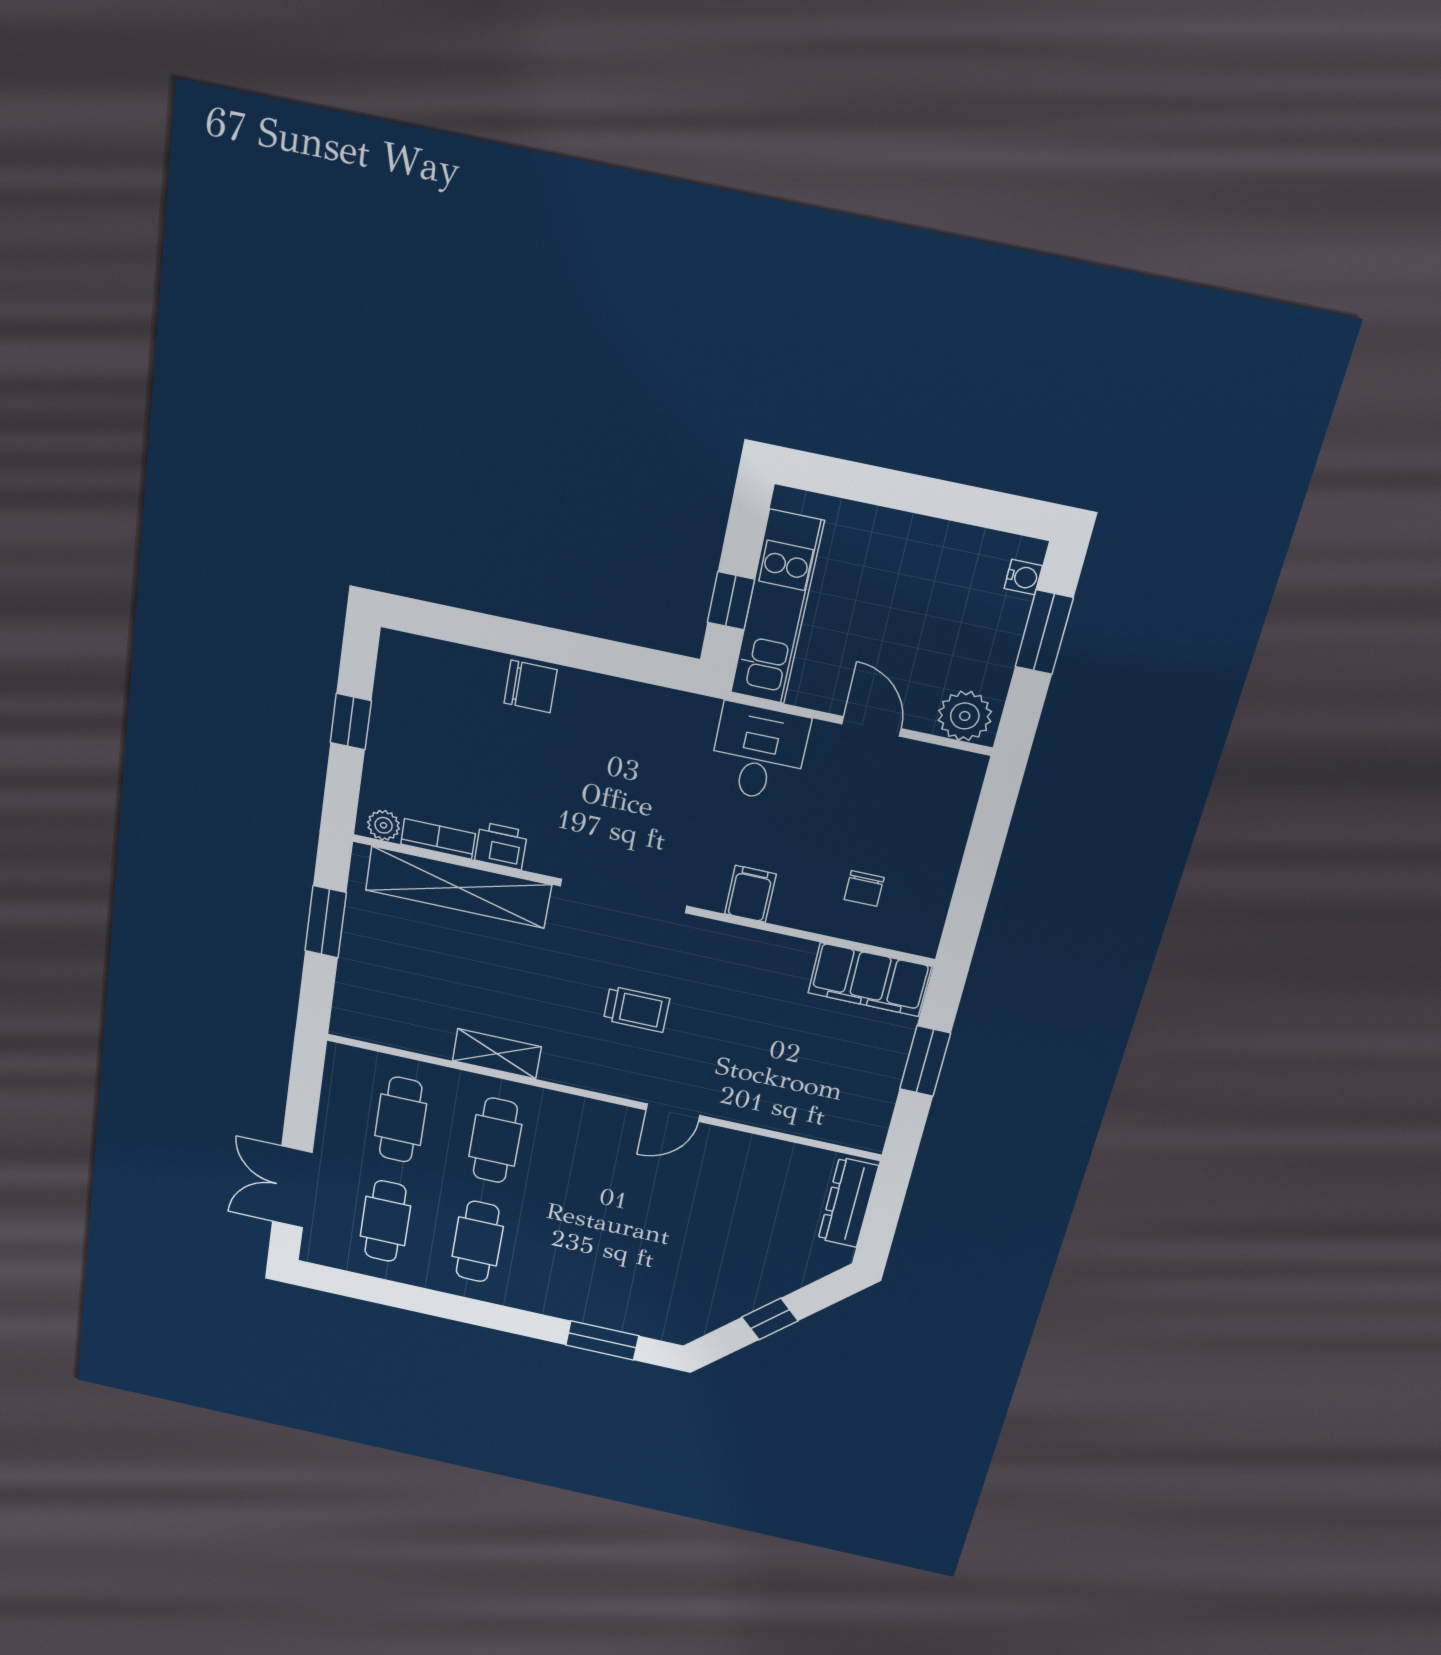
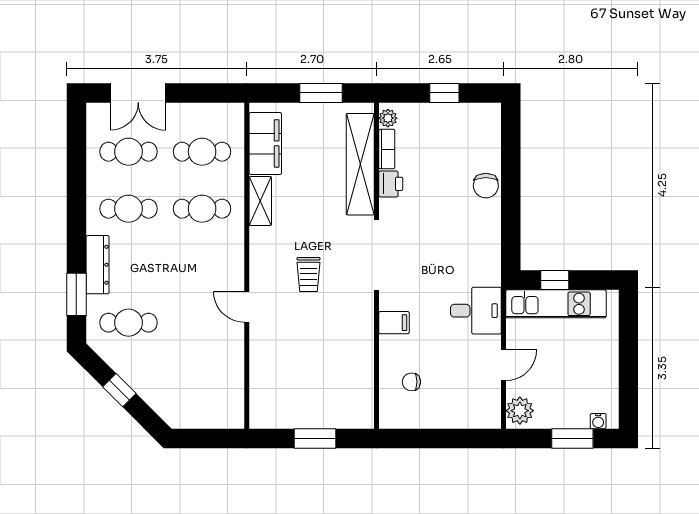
filing cabinet: (870, 980) -> (265, 143), moved, turned 180
double door: (292, 1187) -> (138, 93), swing flipped
dresser: (848, 1203) -> (98, 265), moved, turned 90
cafe table: (663, 1283) -> (128, 323), added

